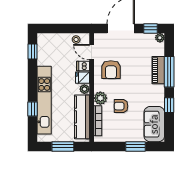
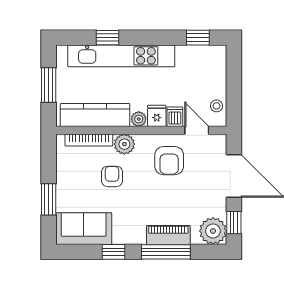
plant: (160, 38) -> (213, 231), width x1.88, depth x1.88
door: (92, 52) -> (197, 130), hinge flipped
armchair: (111, 70) -> (169, 161), turned -90

